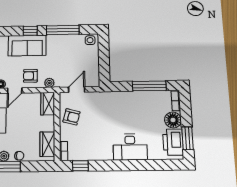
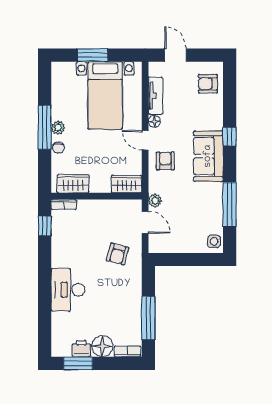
window: (30, 31) -> (230, 136), moved
plant: (49, 83) -> (155, 201), moved
armchair: (72, 117) -> (118, 254), moved
printer: (173, 142) -> (81, 349), width x0.53, depth x0.68

